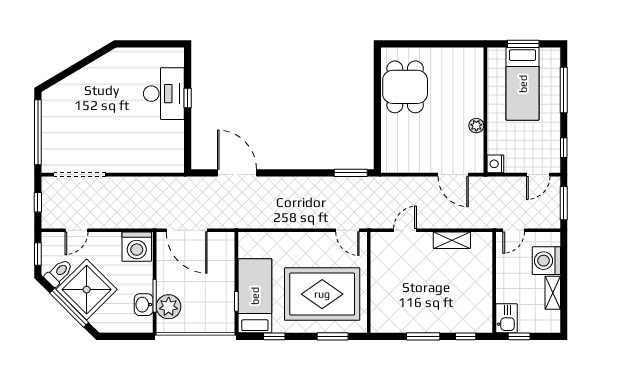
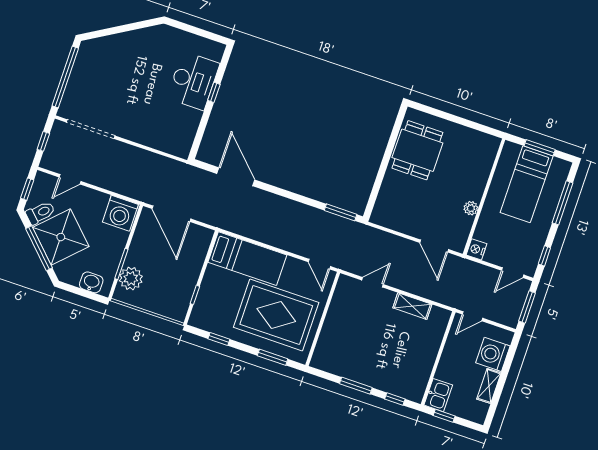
bed: (255, 296) -> (247, 259), moved, turned 90
washbasin: (144, 305) -> (91, 282), moved, turned 90

